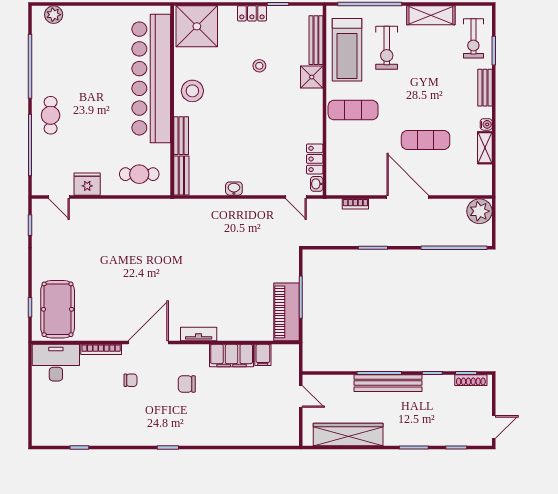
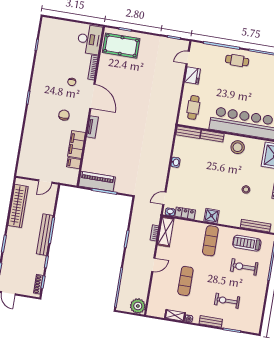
shelving: (431, 15) -> (166, 232), moved
exercise bike: (473, 38) -> (227, 301), moved
treadmill: (347, 50) -> (247, 243), width x0.73, depth x0.73
shower: (312, 77) -> (211, 216), moved
door: (408, 197) -> (153, 265), width x0.53

